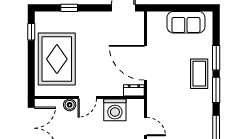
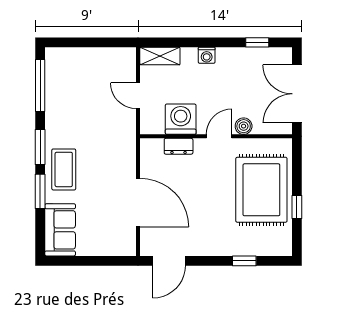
sofa: (186, 22) -> (60, 230), moved, turned 90
window: (31, 32) -> (297, 207), moved
door: (146, 63) -> (138, 202), moved
dresser: (134, 90) -> (179, 146), moved

